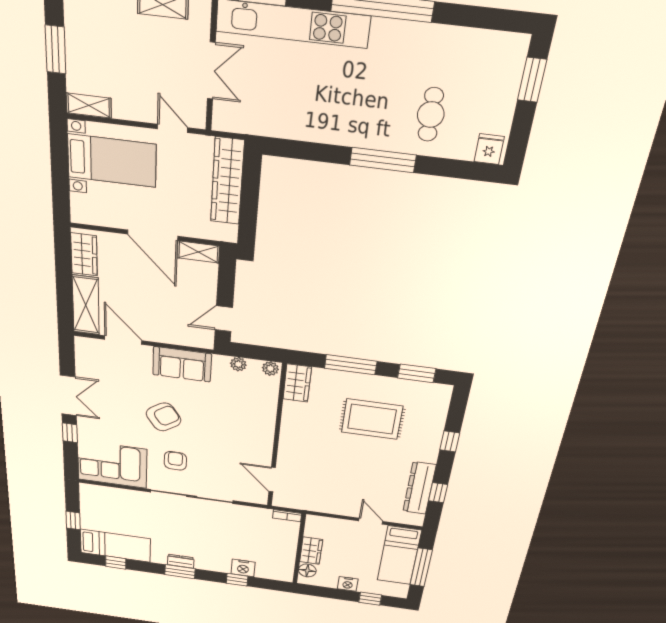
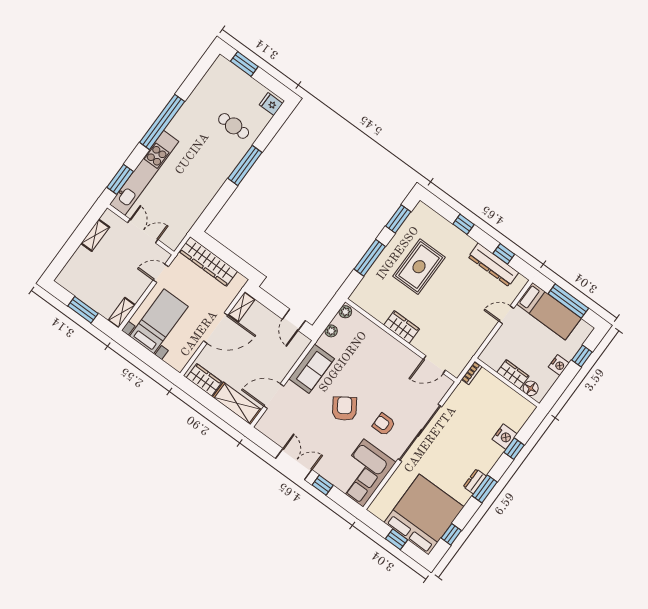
wardrobe: (297, 383) -> (402, 327), moved
bed: (115, 546) -> (424, 515), width x2.04

